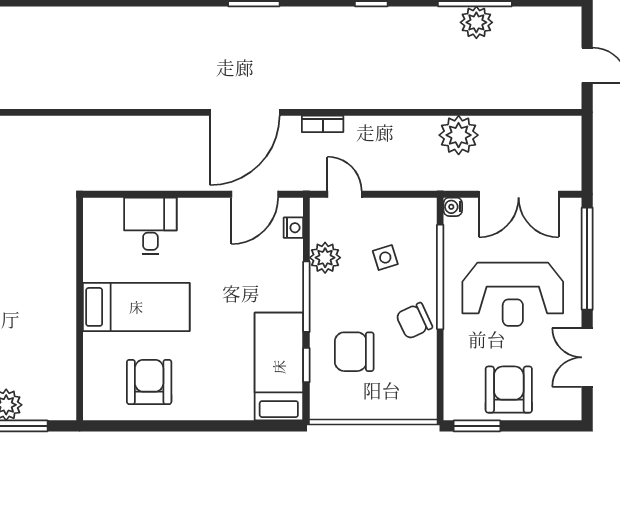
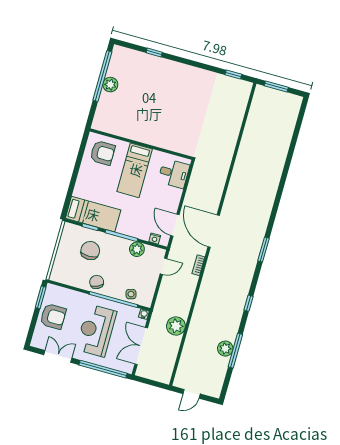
side table: (385, 258) -> (131, 294), moved
bed: (136, 307) -> (135, 170), moved
wall: (80, 309) -> (141, 144), moved

